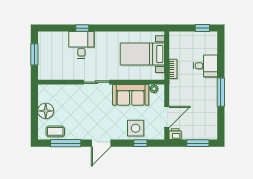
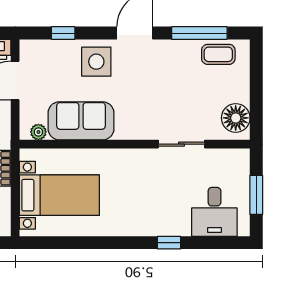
desk: (81, 45) -> (214, 212), moved
sliding door: (96, 82) -> (182, 144), moved
floor lamp: (46, 111) -> (236, 118), moved
side table: (136, 128) -> (96, 62), moved

